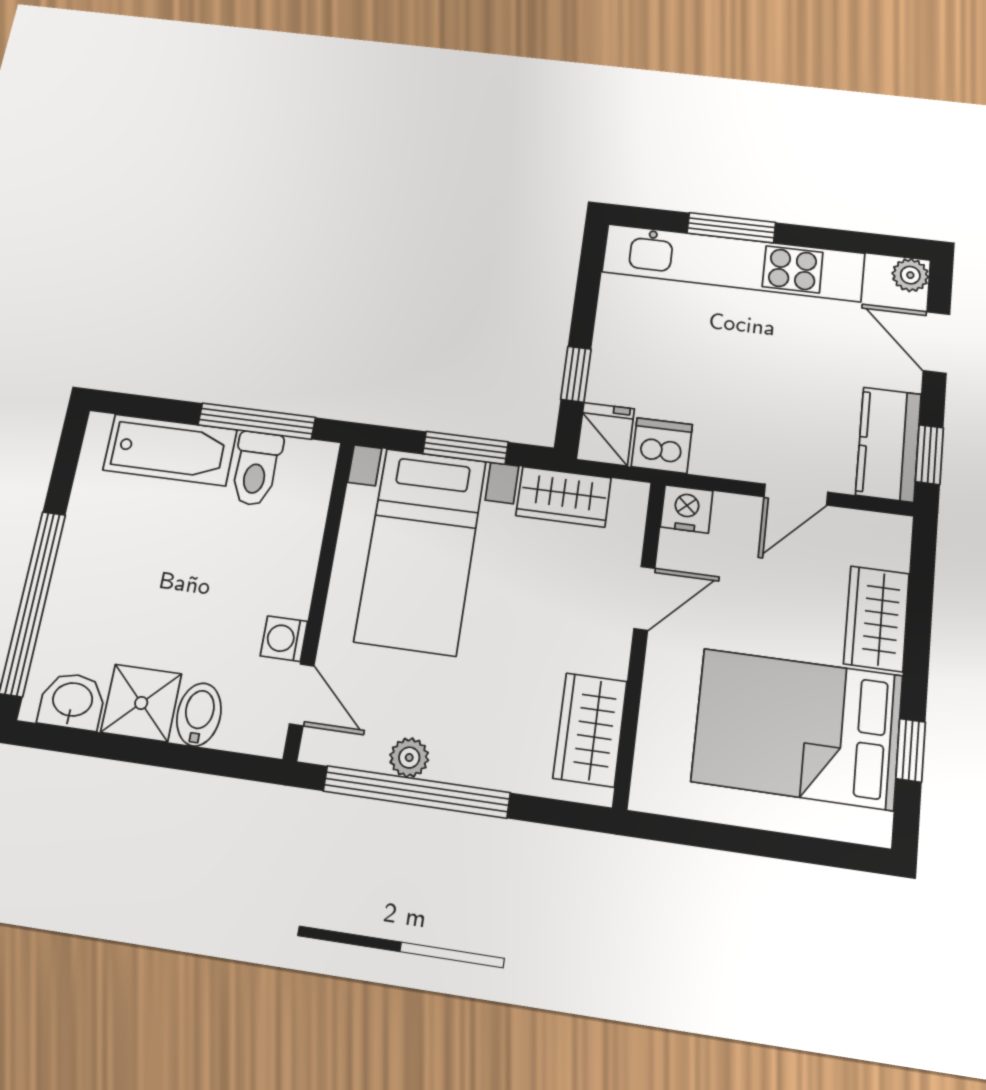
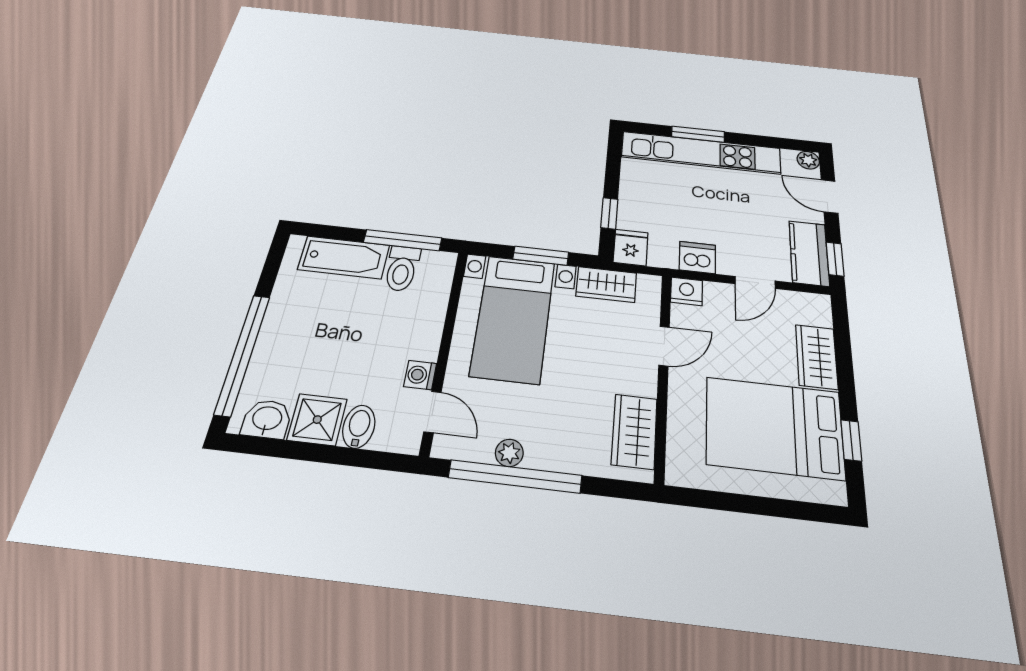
dishwasher: (662, 446) -> (697, 257), moved

